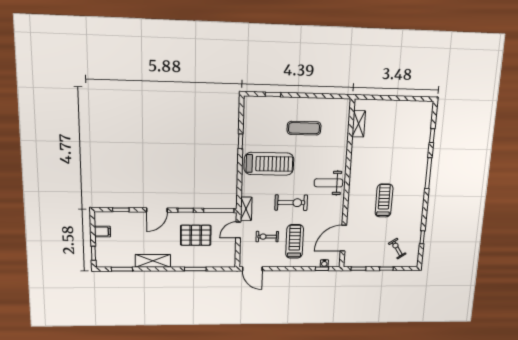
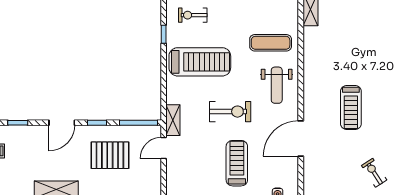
exercise mat: (304, 128) -> (271, 43), moved
weight bench: (328, 183) -> (277, 85), turned -90
treadmill: (384, 200) -> (351, 107), turned 180
exercise bike: (267, 237) -> (193, 15), moved
door: (343, 238) -> (301, 138), moved

